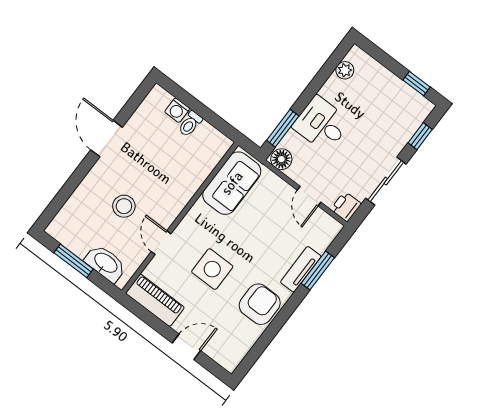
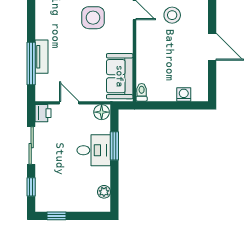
toilet: (190, 124) -> (142, 92), moved
window: (283, 128) -> (114, 146), moved
window: (318, 271) -> (31, 63), width x1.44
armchair: (260, 304) -> (50, 18), removed

